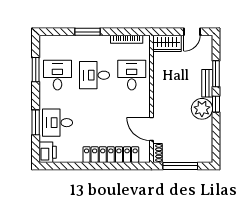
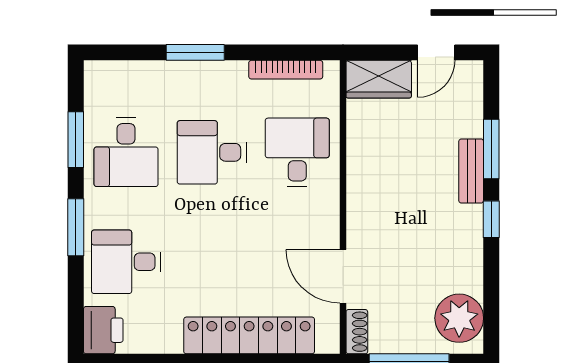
desk: (57, 75) -> (126, 152), turned 180
plant: (202, 109) -> (459, 318), moved
window: (36, 122) -> (76, 227), moved

